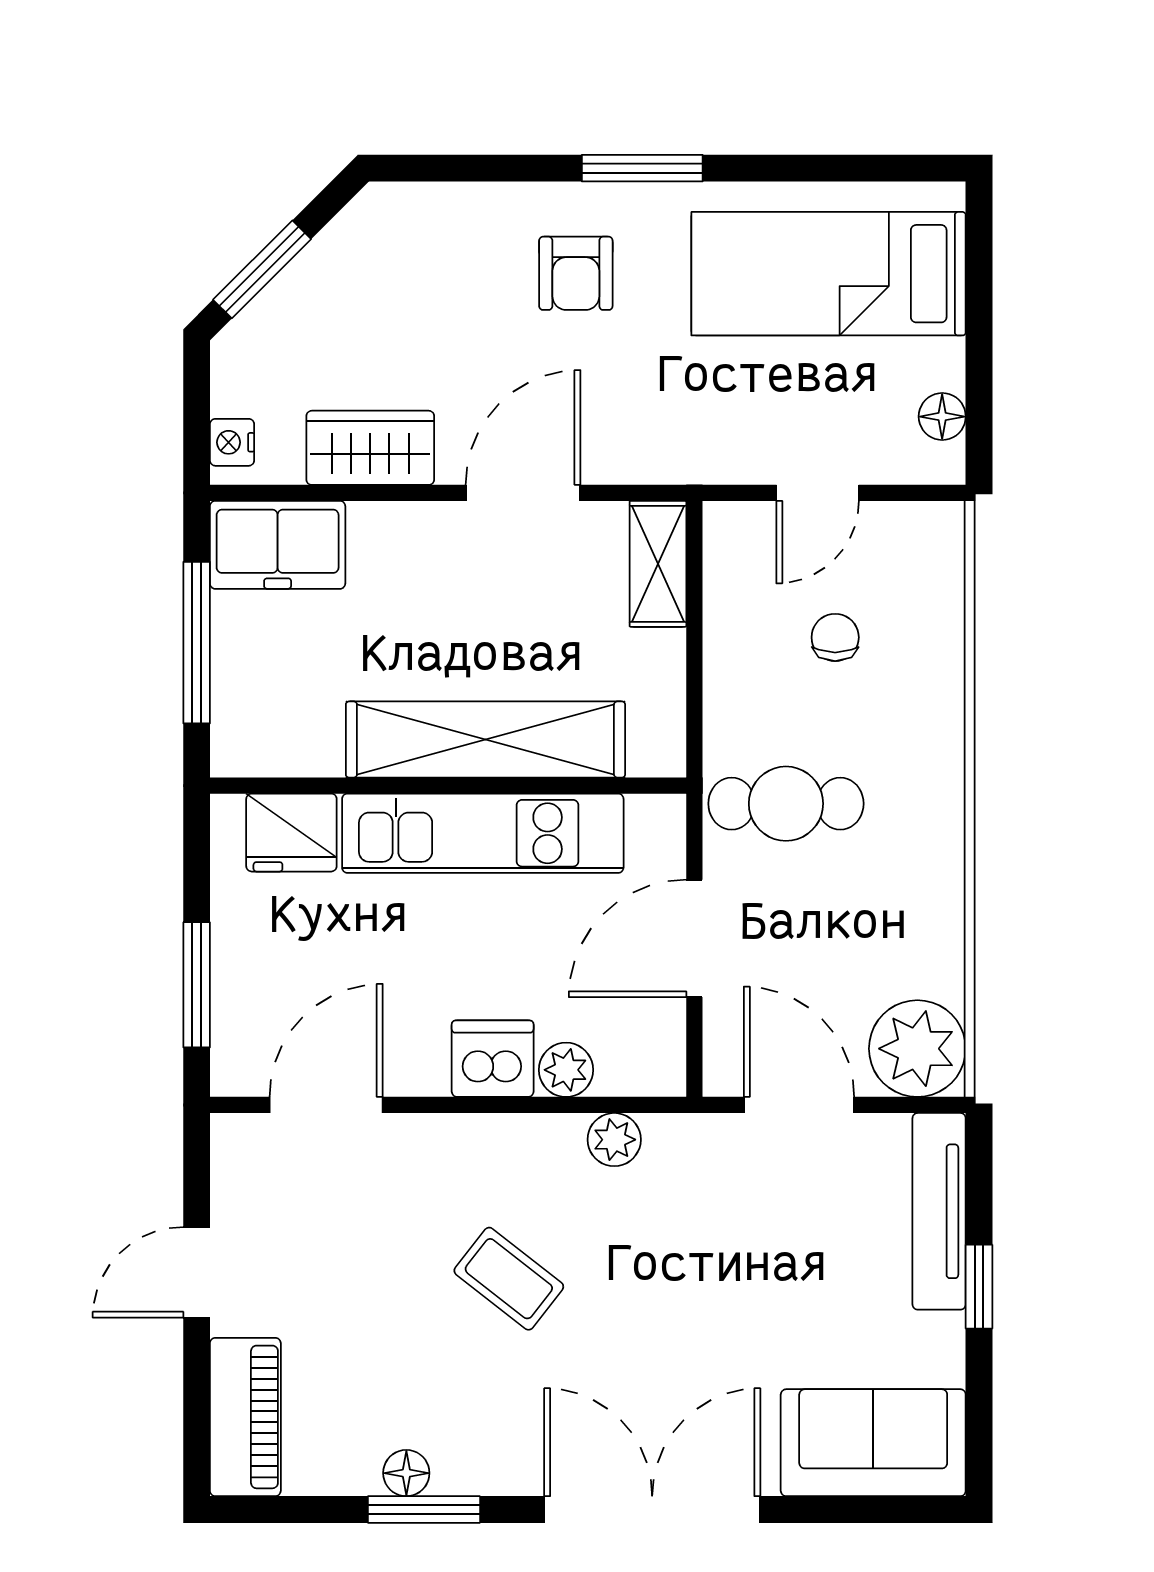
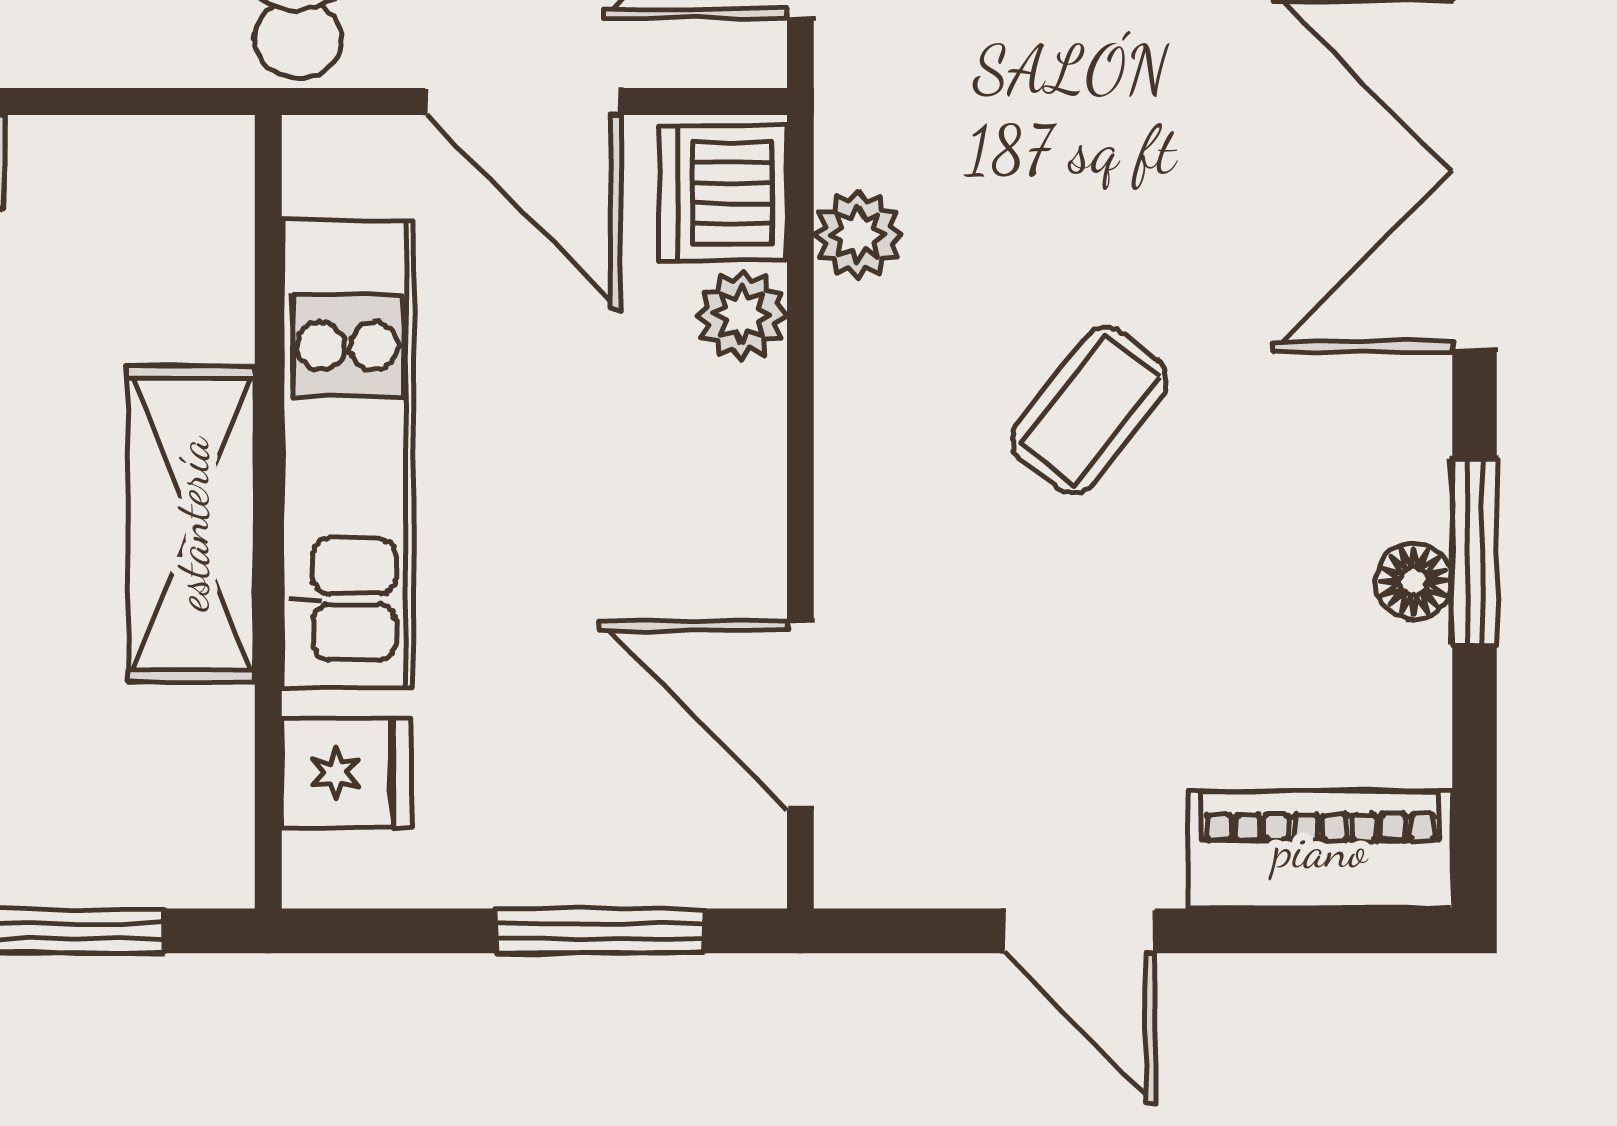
shelving: (485, 740) -> (191, 524), width x0.68
fridge: (291, 833) -> (346, 773), width x0.72
dishwasher: (493, 1059) -> (723, 193), moved

